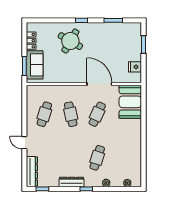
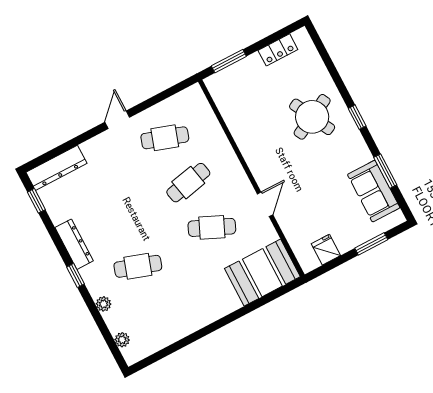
round table: (70, 41) -> (312, 117), turned 33
sofa: (35, 65) -> (374, 191), moved, turned 90
door: (99, 84) -> (265, 204), width x0.53
door: (24, 143) -> (117, 120), moved

